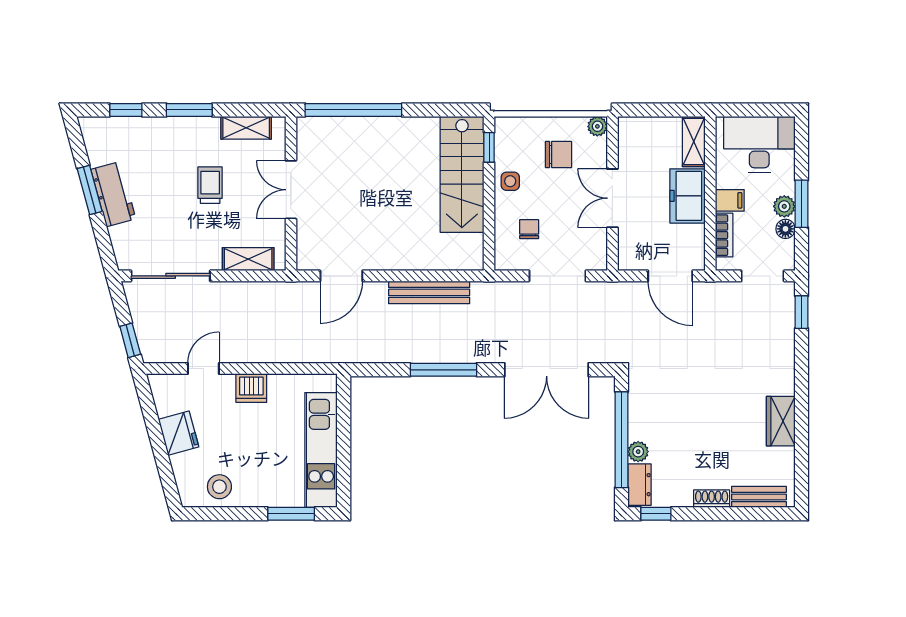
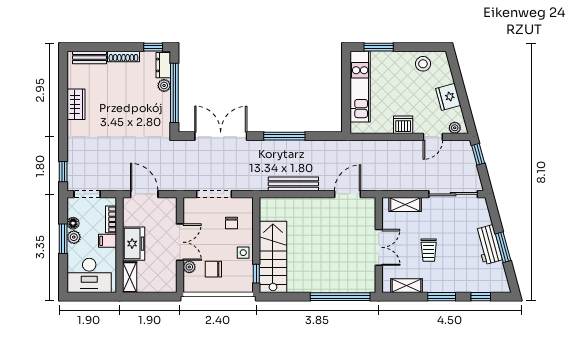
plant: (597, 126) -> (189, 267), moved
plant: (168, 383) -> (455, 128), added
shoe rack: (712, 499) -> (123, 56), width x1.43

